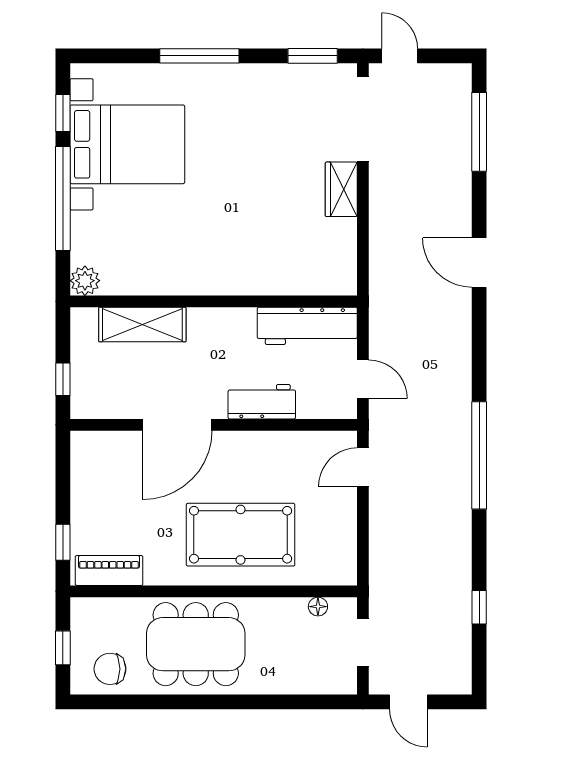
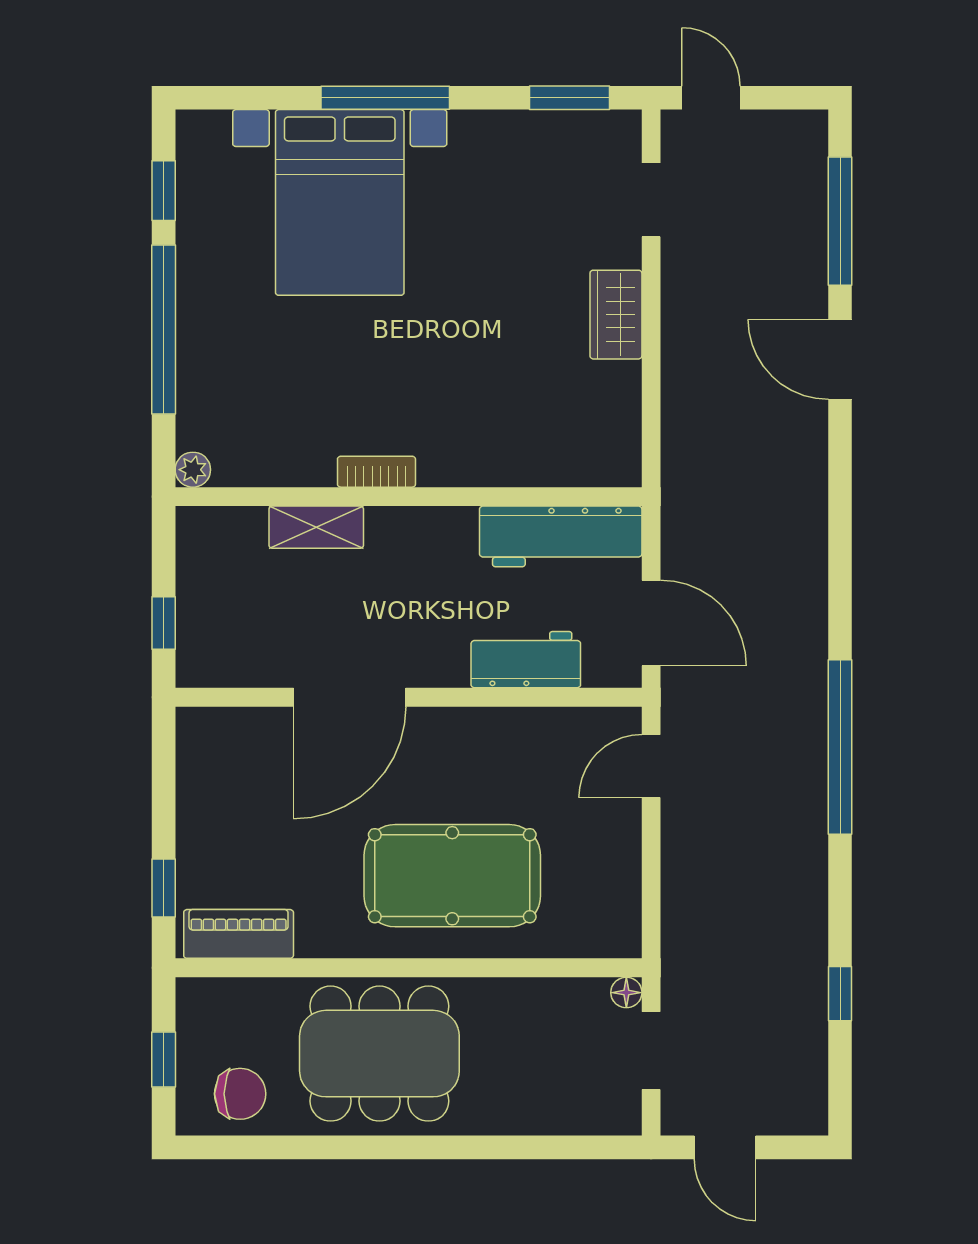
doorway: (363, 119) -> (651, 200), width x0.53
bed with nightstands: (127, 144) -> (340, 202), moved, turned 90
door: (479, 263) -> (840, 359), moved
plant: (85, 281) -> (193, 470), width x0.73, depth x0.73
bookcase: (194, 286) -> (376, 472), added
shelving: (142, 325) -> (316, 527), width x0.67, depth x0.75
door: (363, 379) -> (651, 623), width x1.38
workbench: (262, 402) -> (526, 660), moved
floor lamp: (318, 607) -> (626, 993), moved
chair: (110, 669) -> (240, 1094), turned 180

